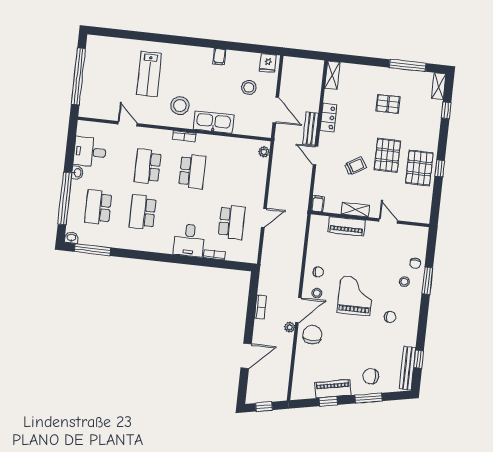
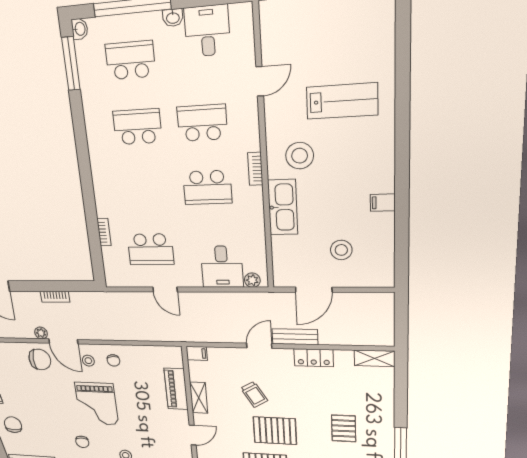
fridge: (268, 63) -> (381, 272), removed
lab bench: (149, 74) -> (342, 101), turned 180
desk: (189, 240) -> (222, 267), moved, turned -90
grand piano: (355, 296) -> (97, 404), turned 90

